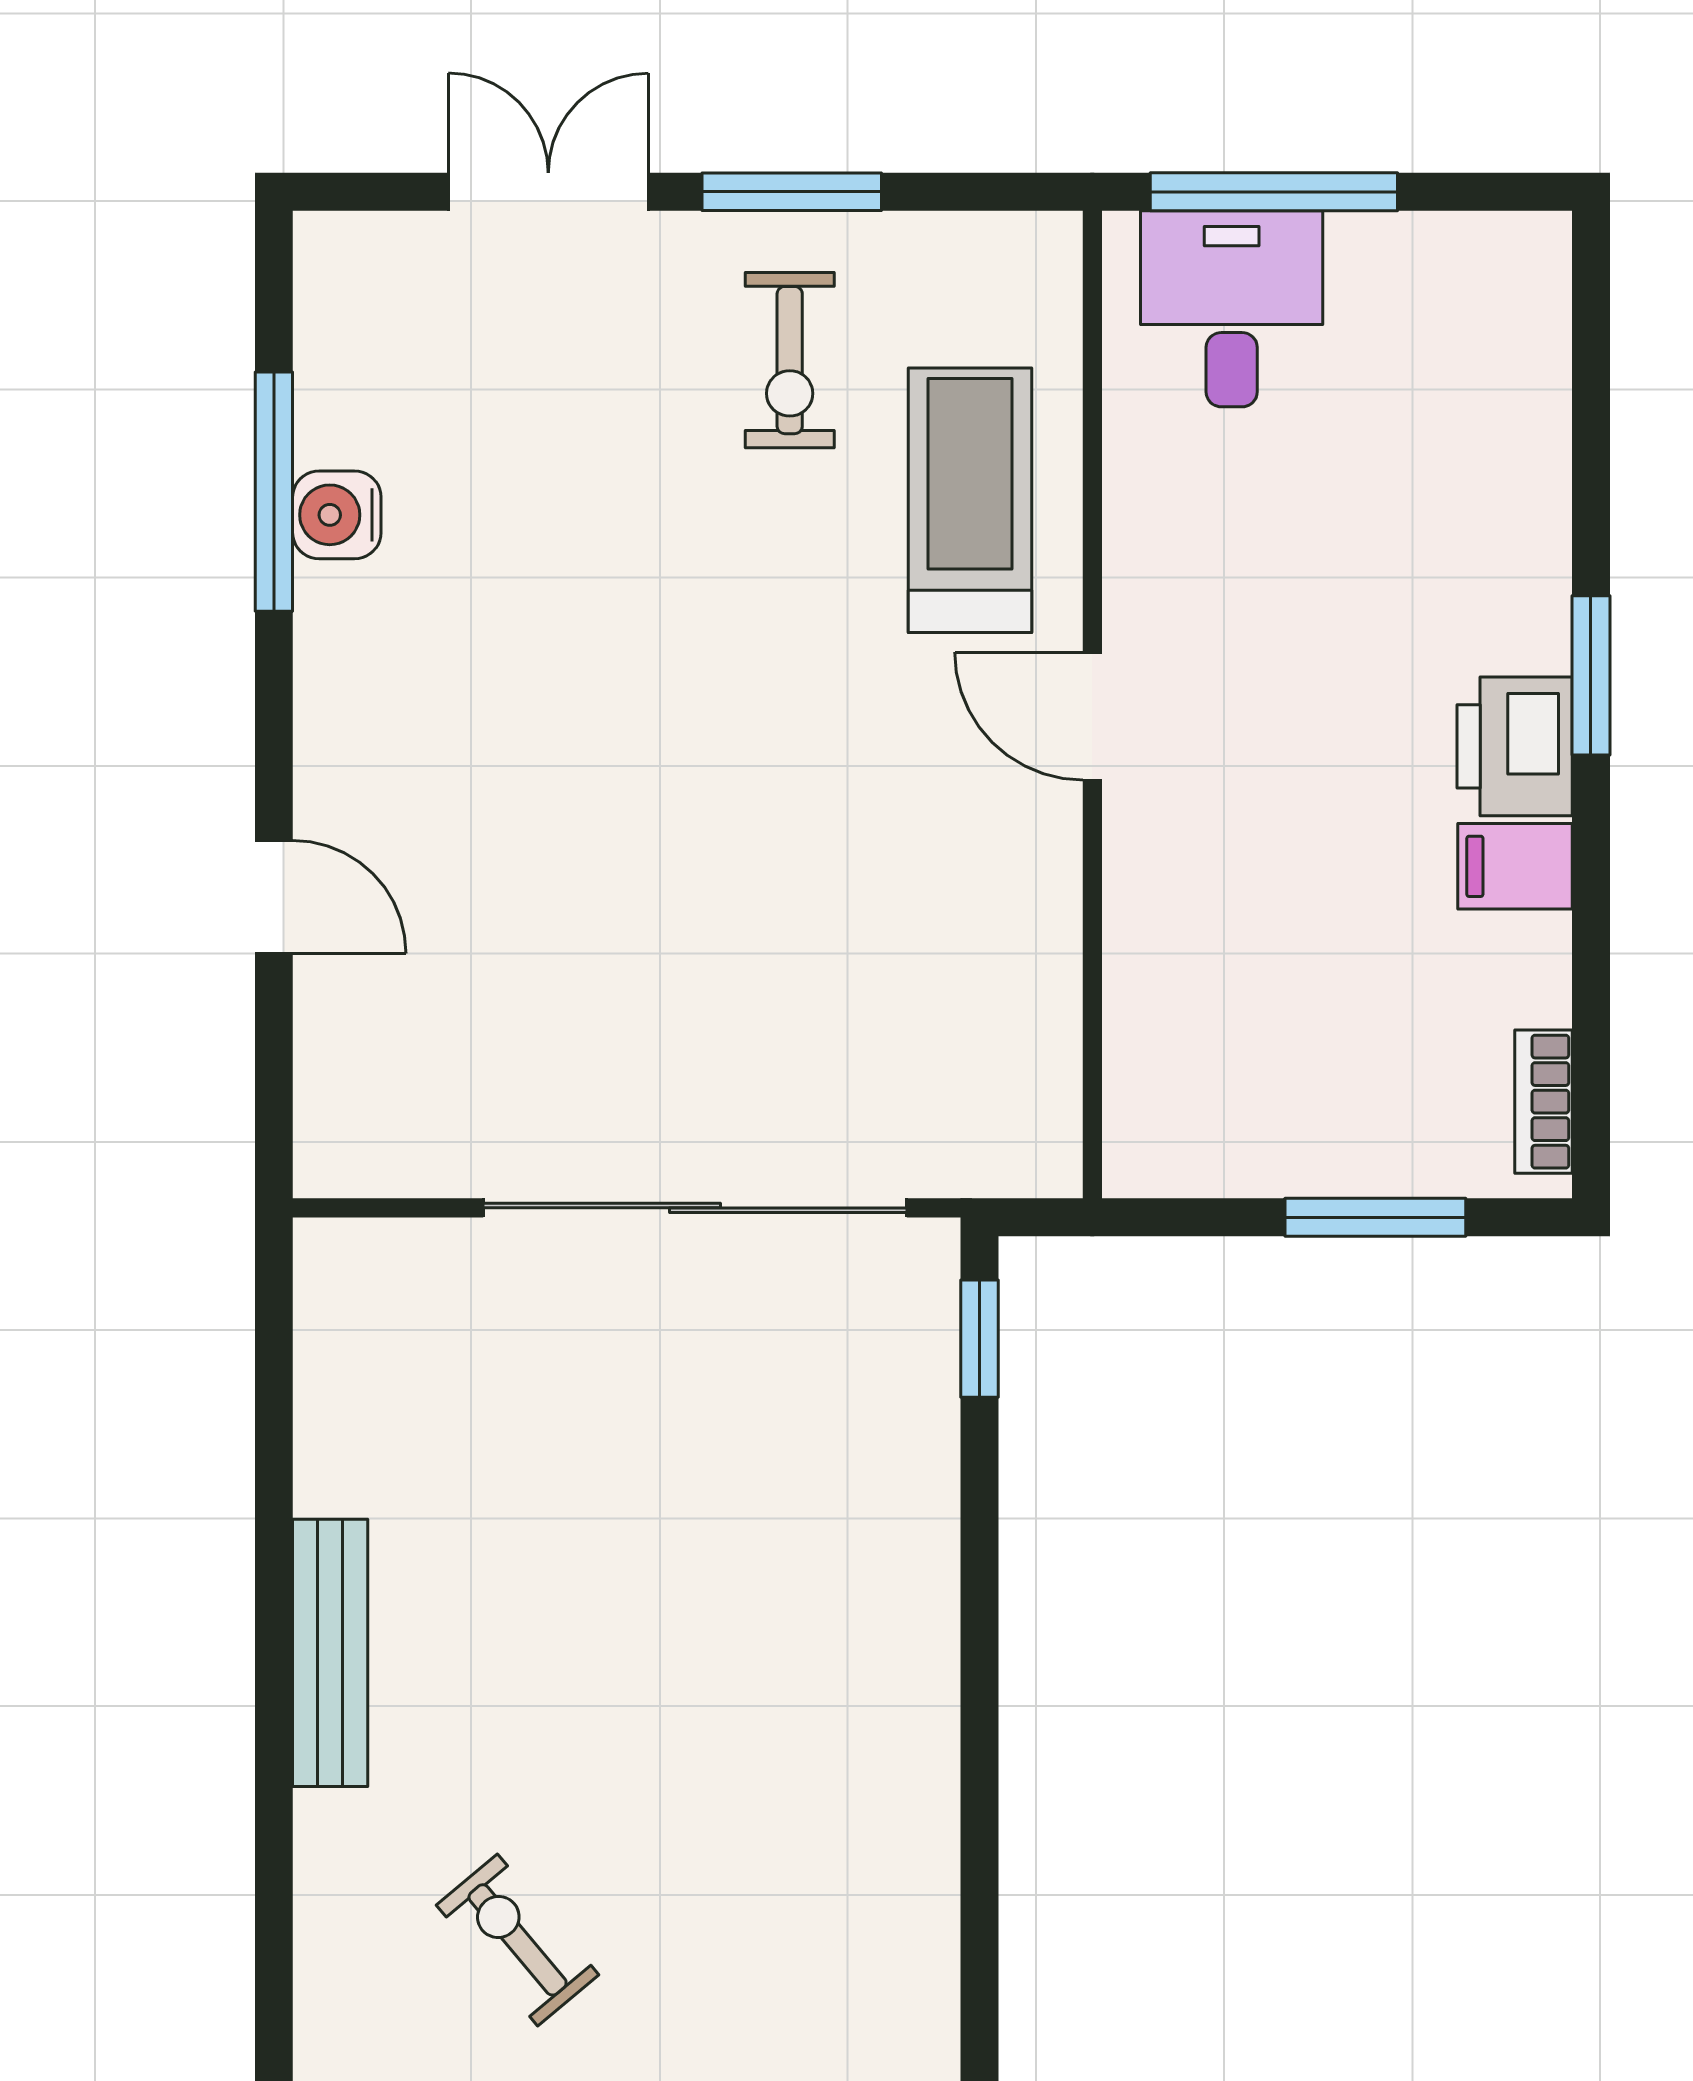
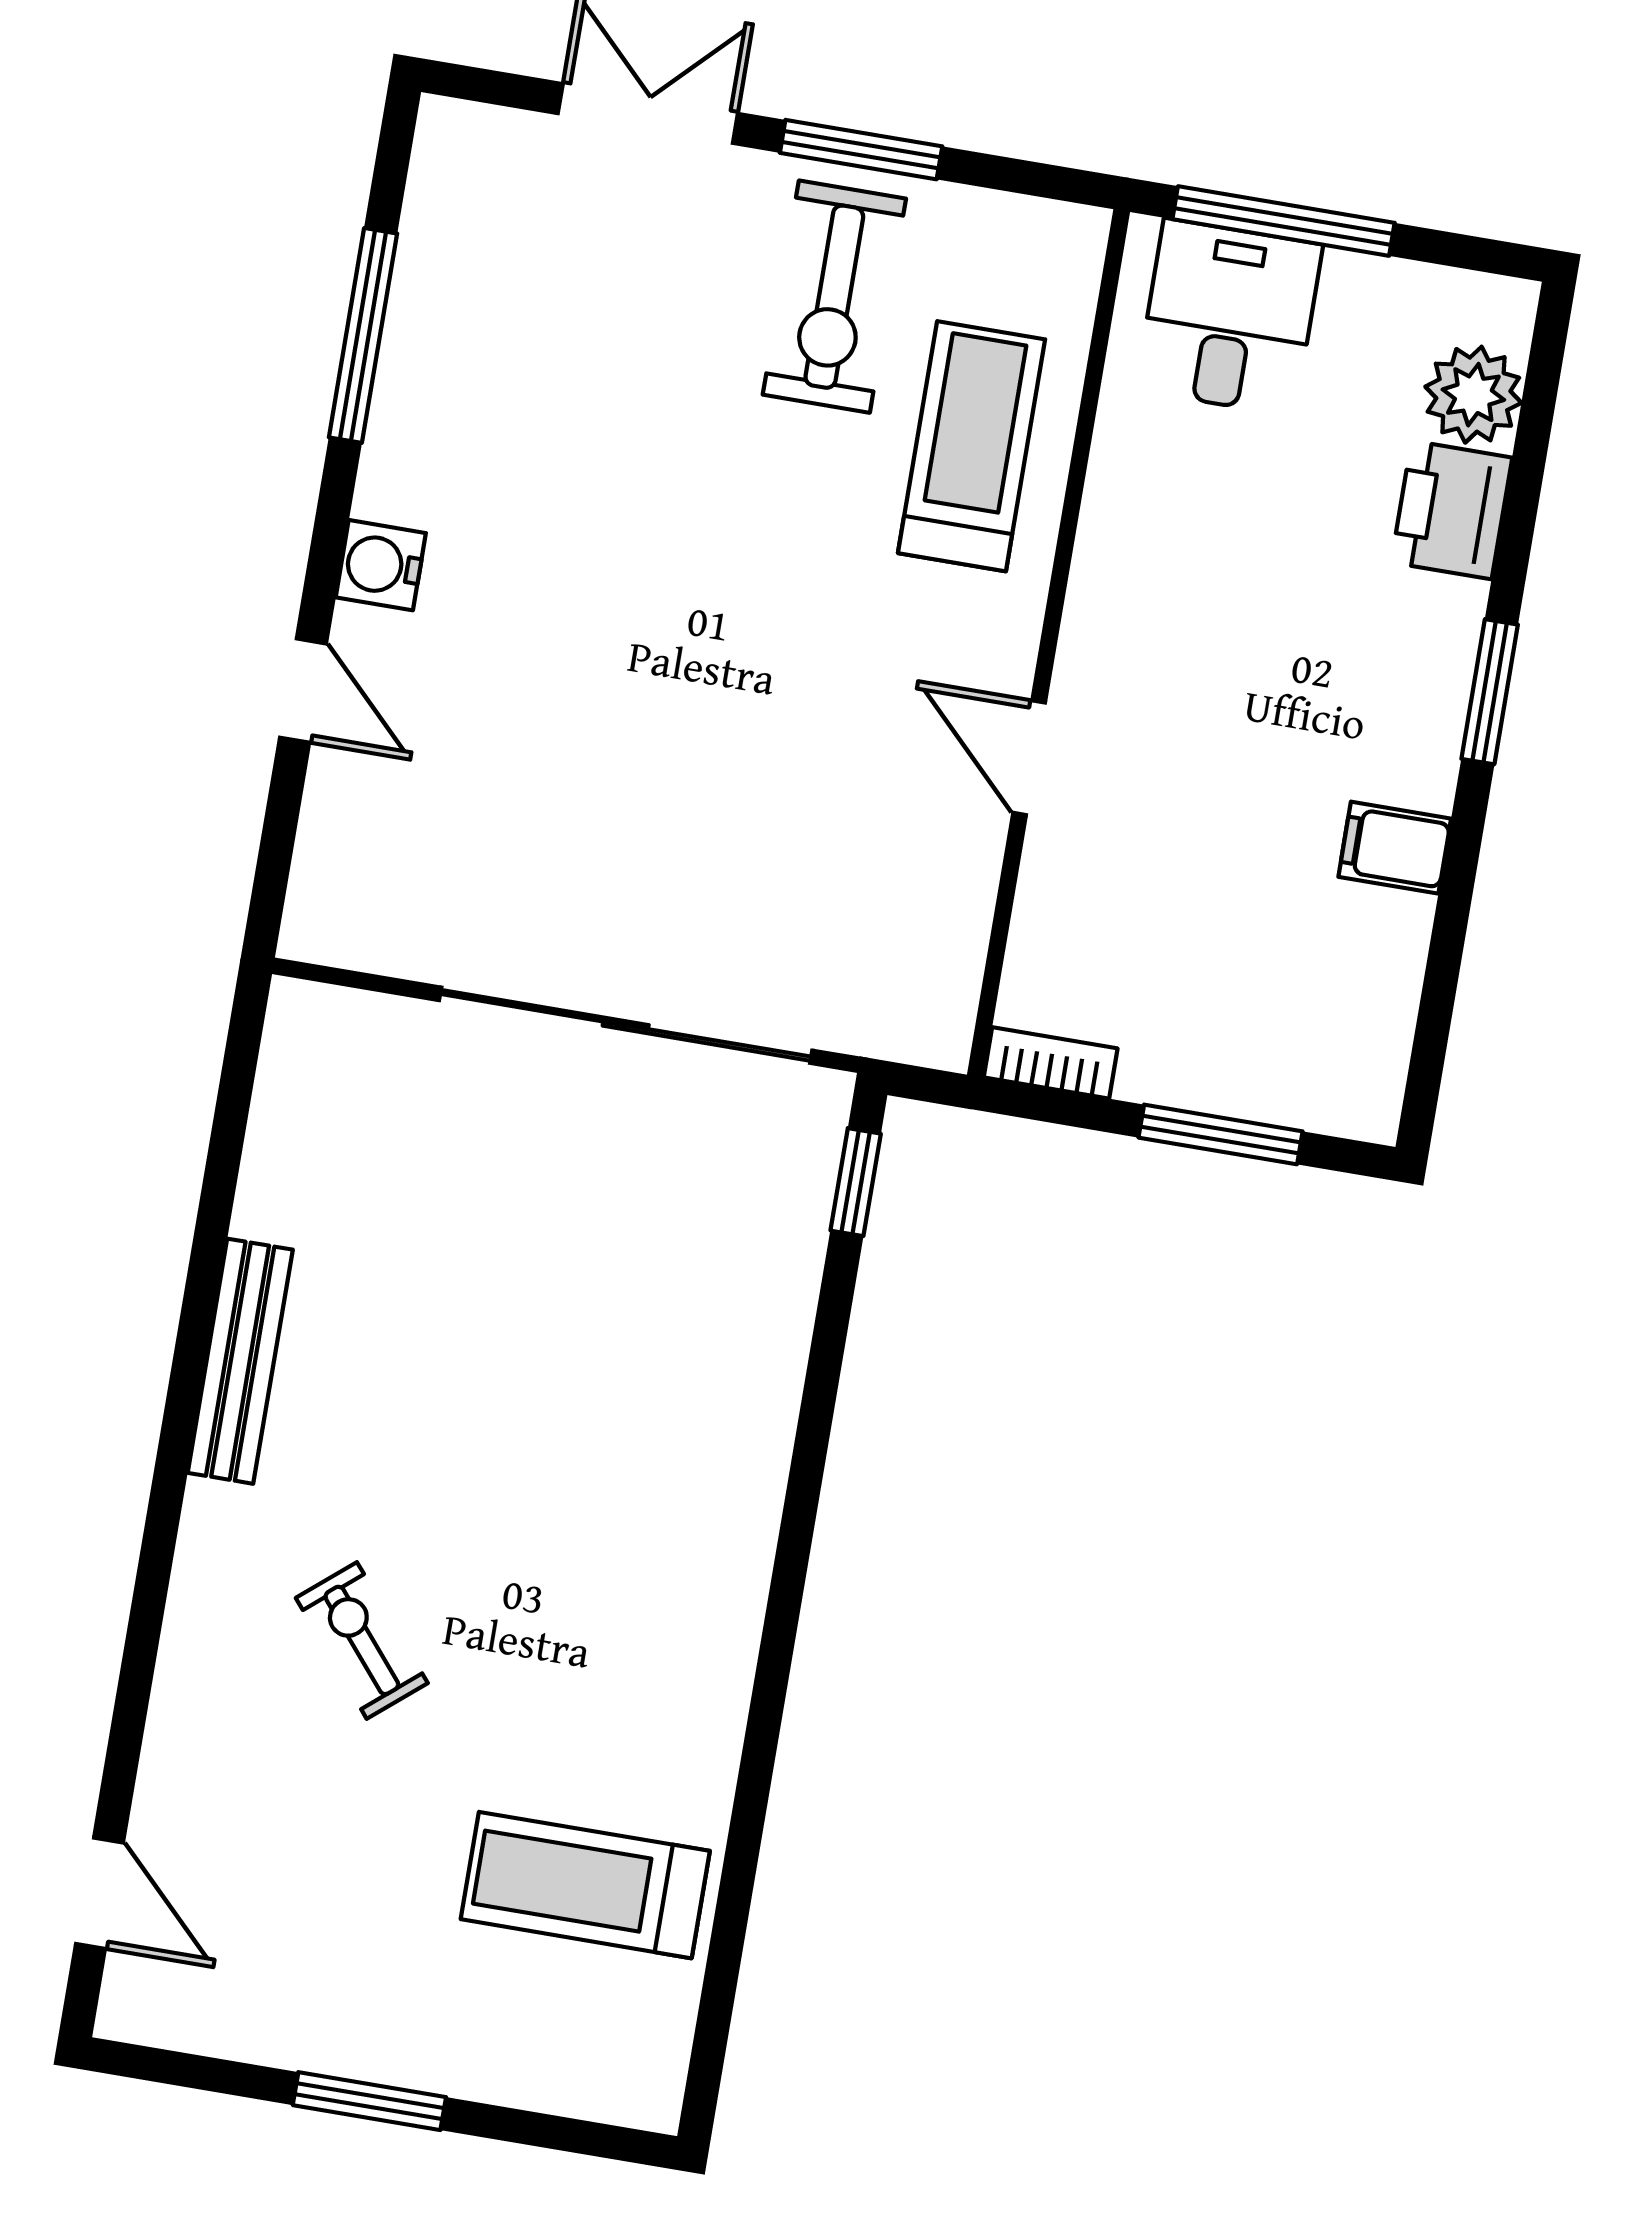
plant: (1517, 349) -> (1473, 395), added
exercise bike: (790, 360) -> (834, 297), width x1.38, depth x1.39
water cooler: (337, 515) -> (381, 565), moved
door: (1092, 716) -> (1029, 758), moved
printer: (1515, 746) -> (1452, 510), moved
bookcase: (1543, 1102) -> (1051, 1063), moved, turned 90

